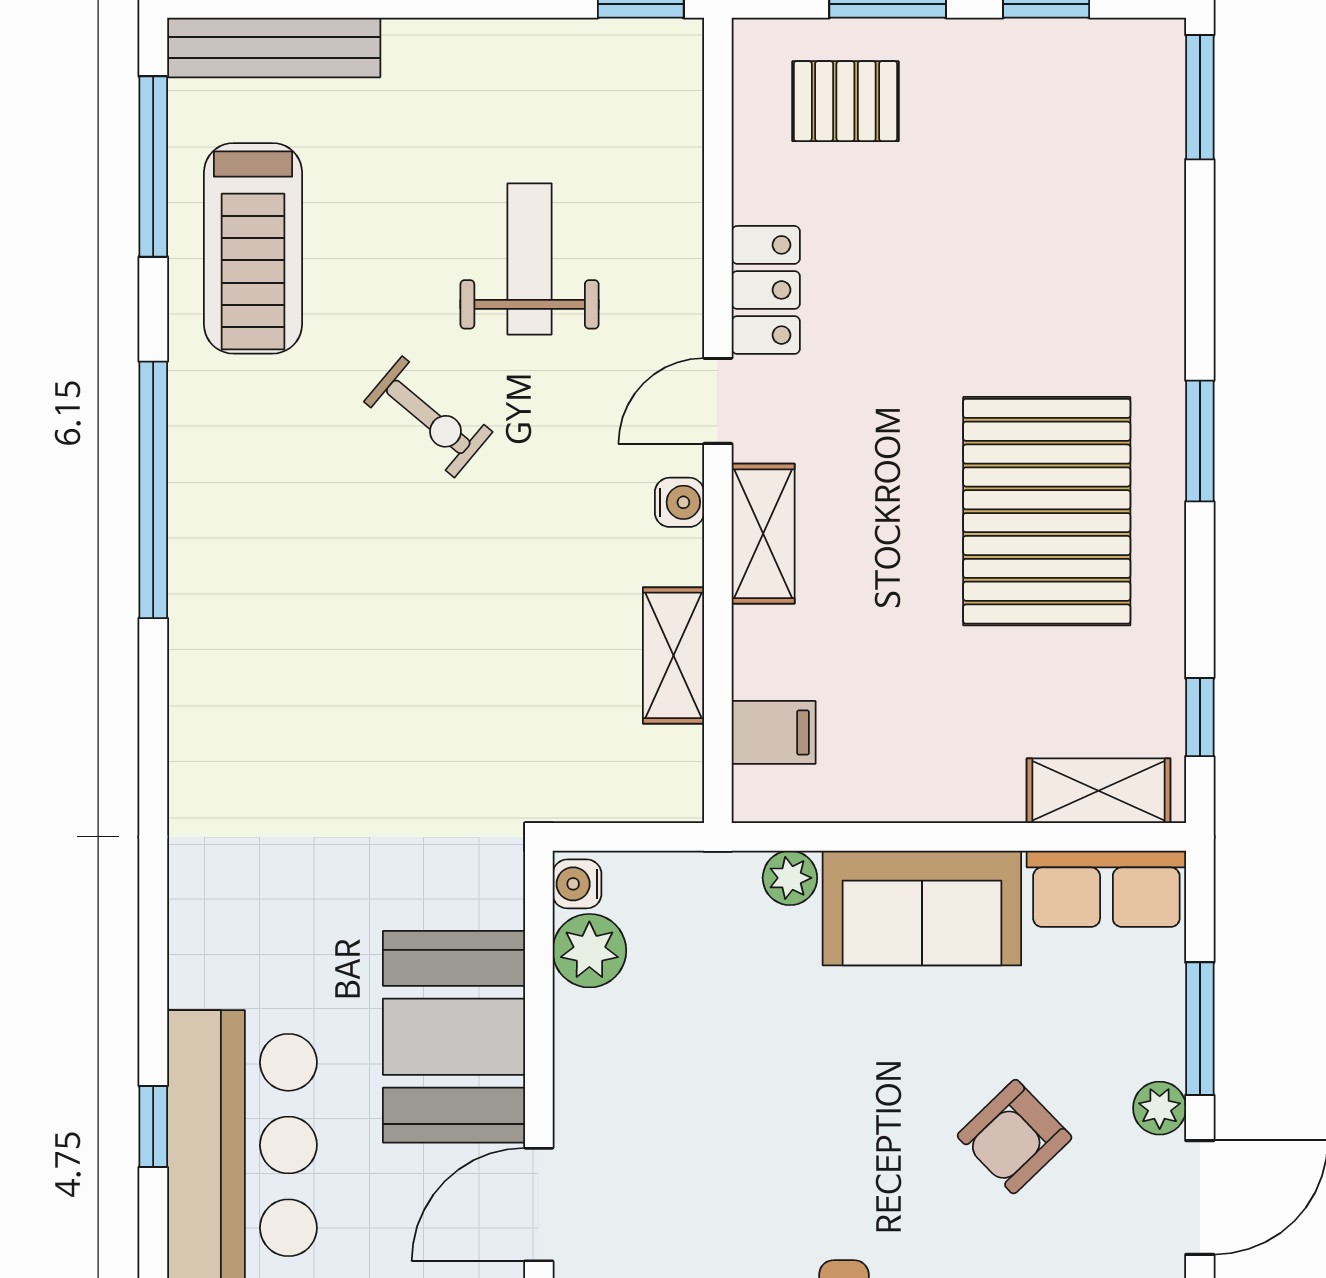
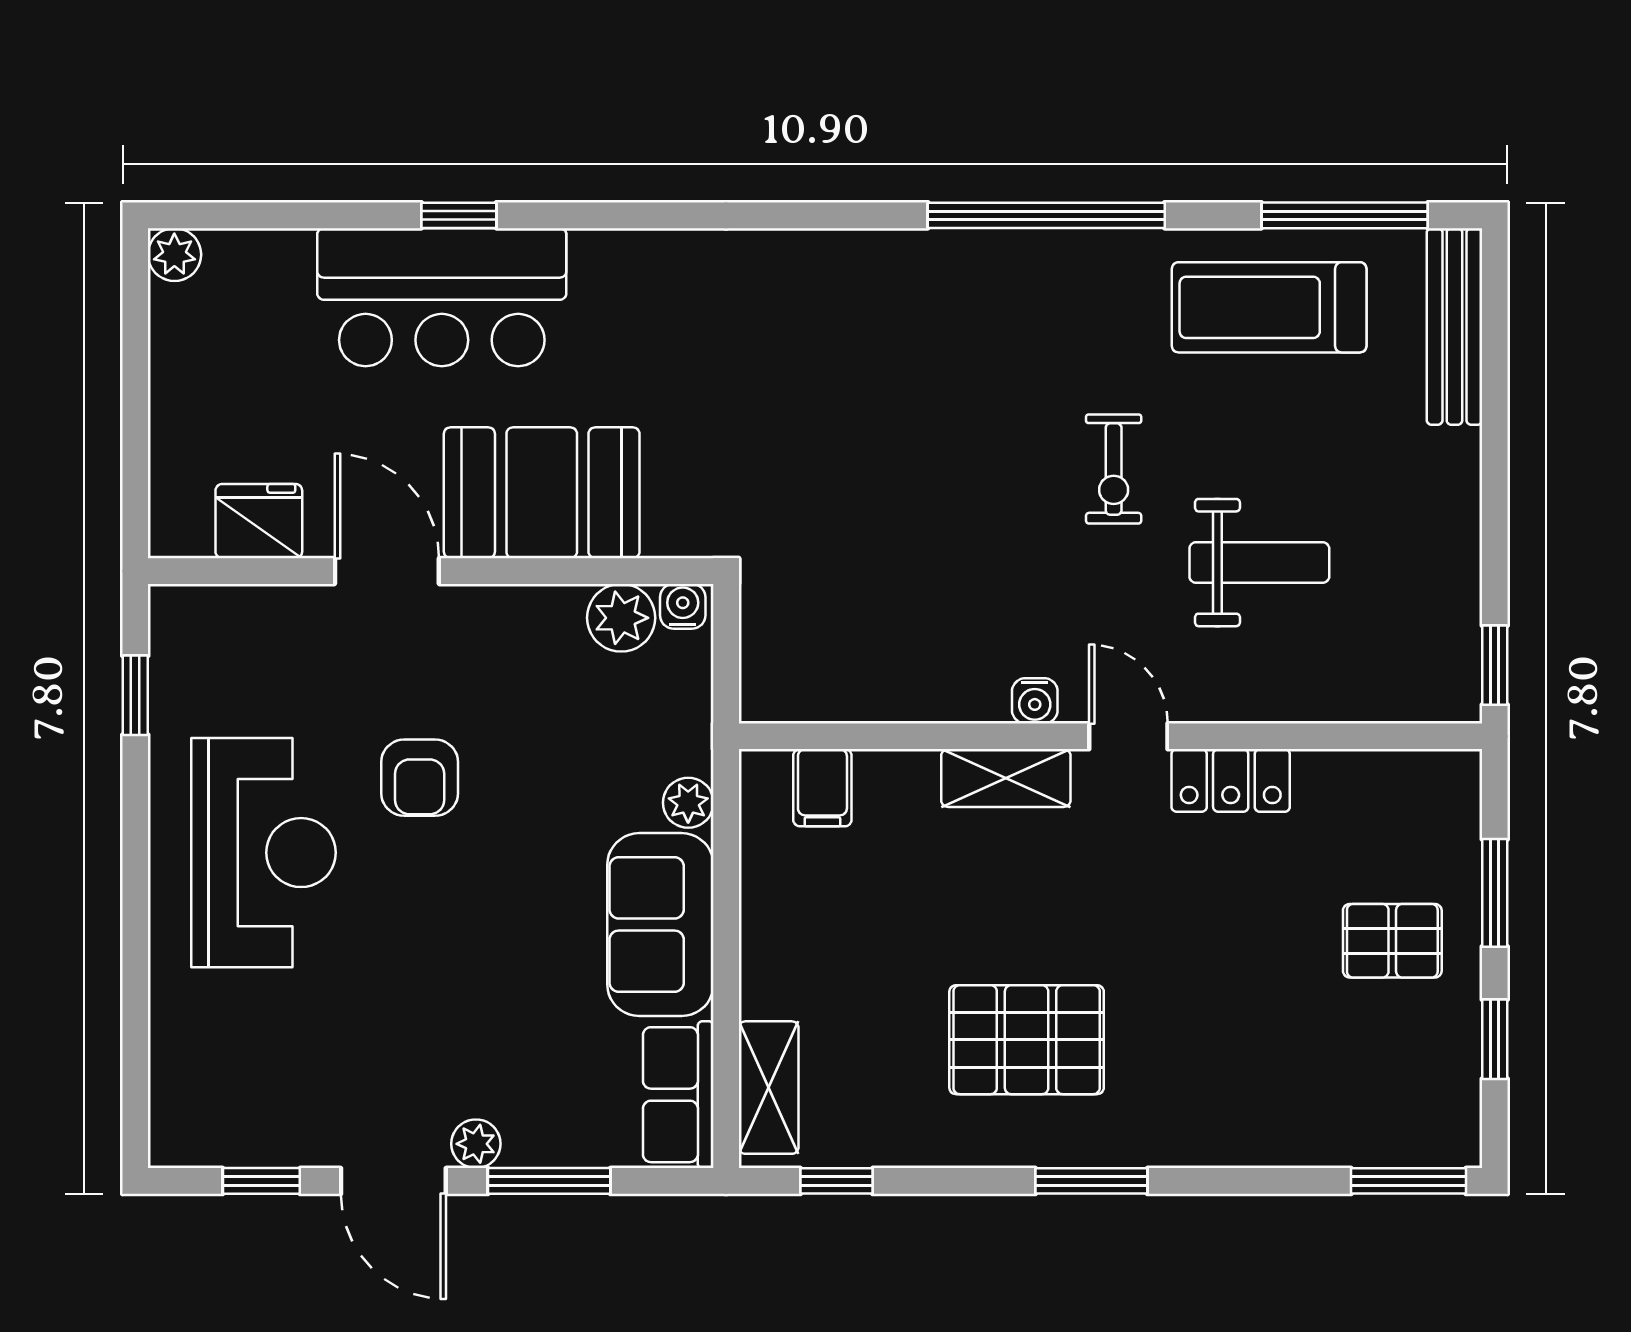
pallet: (845, 101) -> (1392, 941), moved, turned 90
exercise bike: (428, 417) -> (1114, 469), turned -40
pallet: (1047, 511) -> (1027, 1040), width x0.73, depth x0.71
shelving: (673, 655) -> (894, 695), removed
armchair: (1015, 1137) -> (420, 778), moved, turned -136

